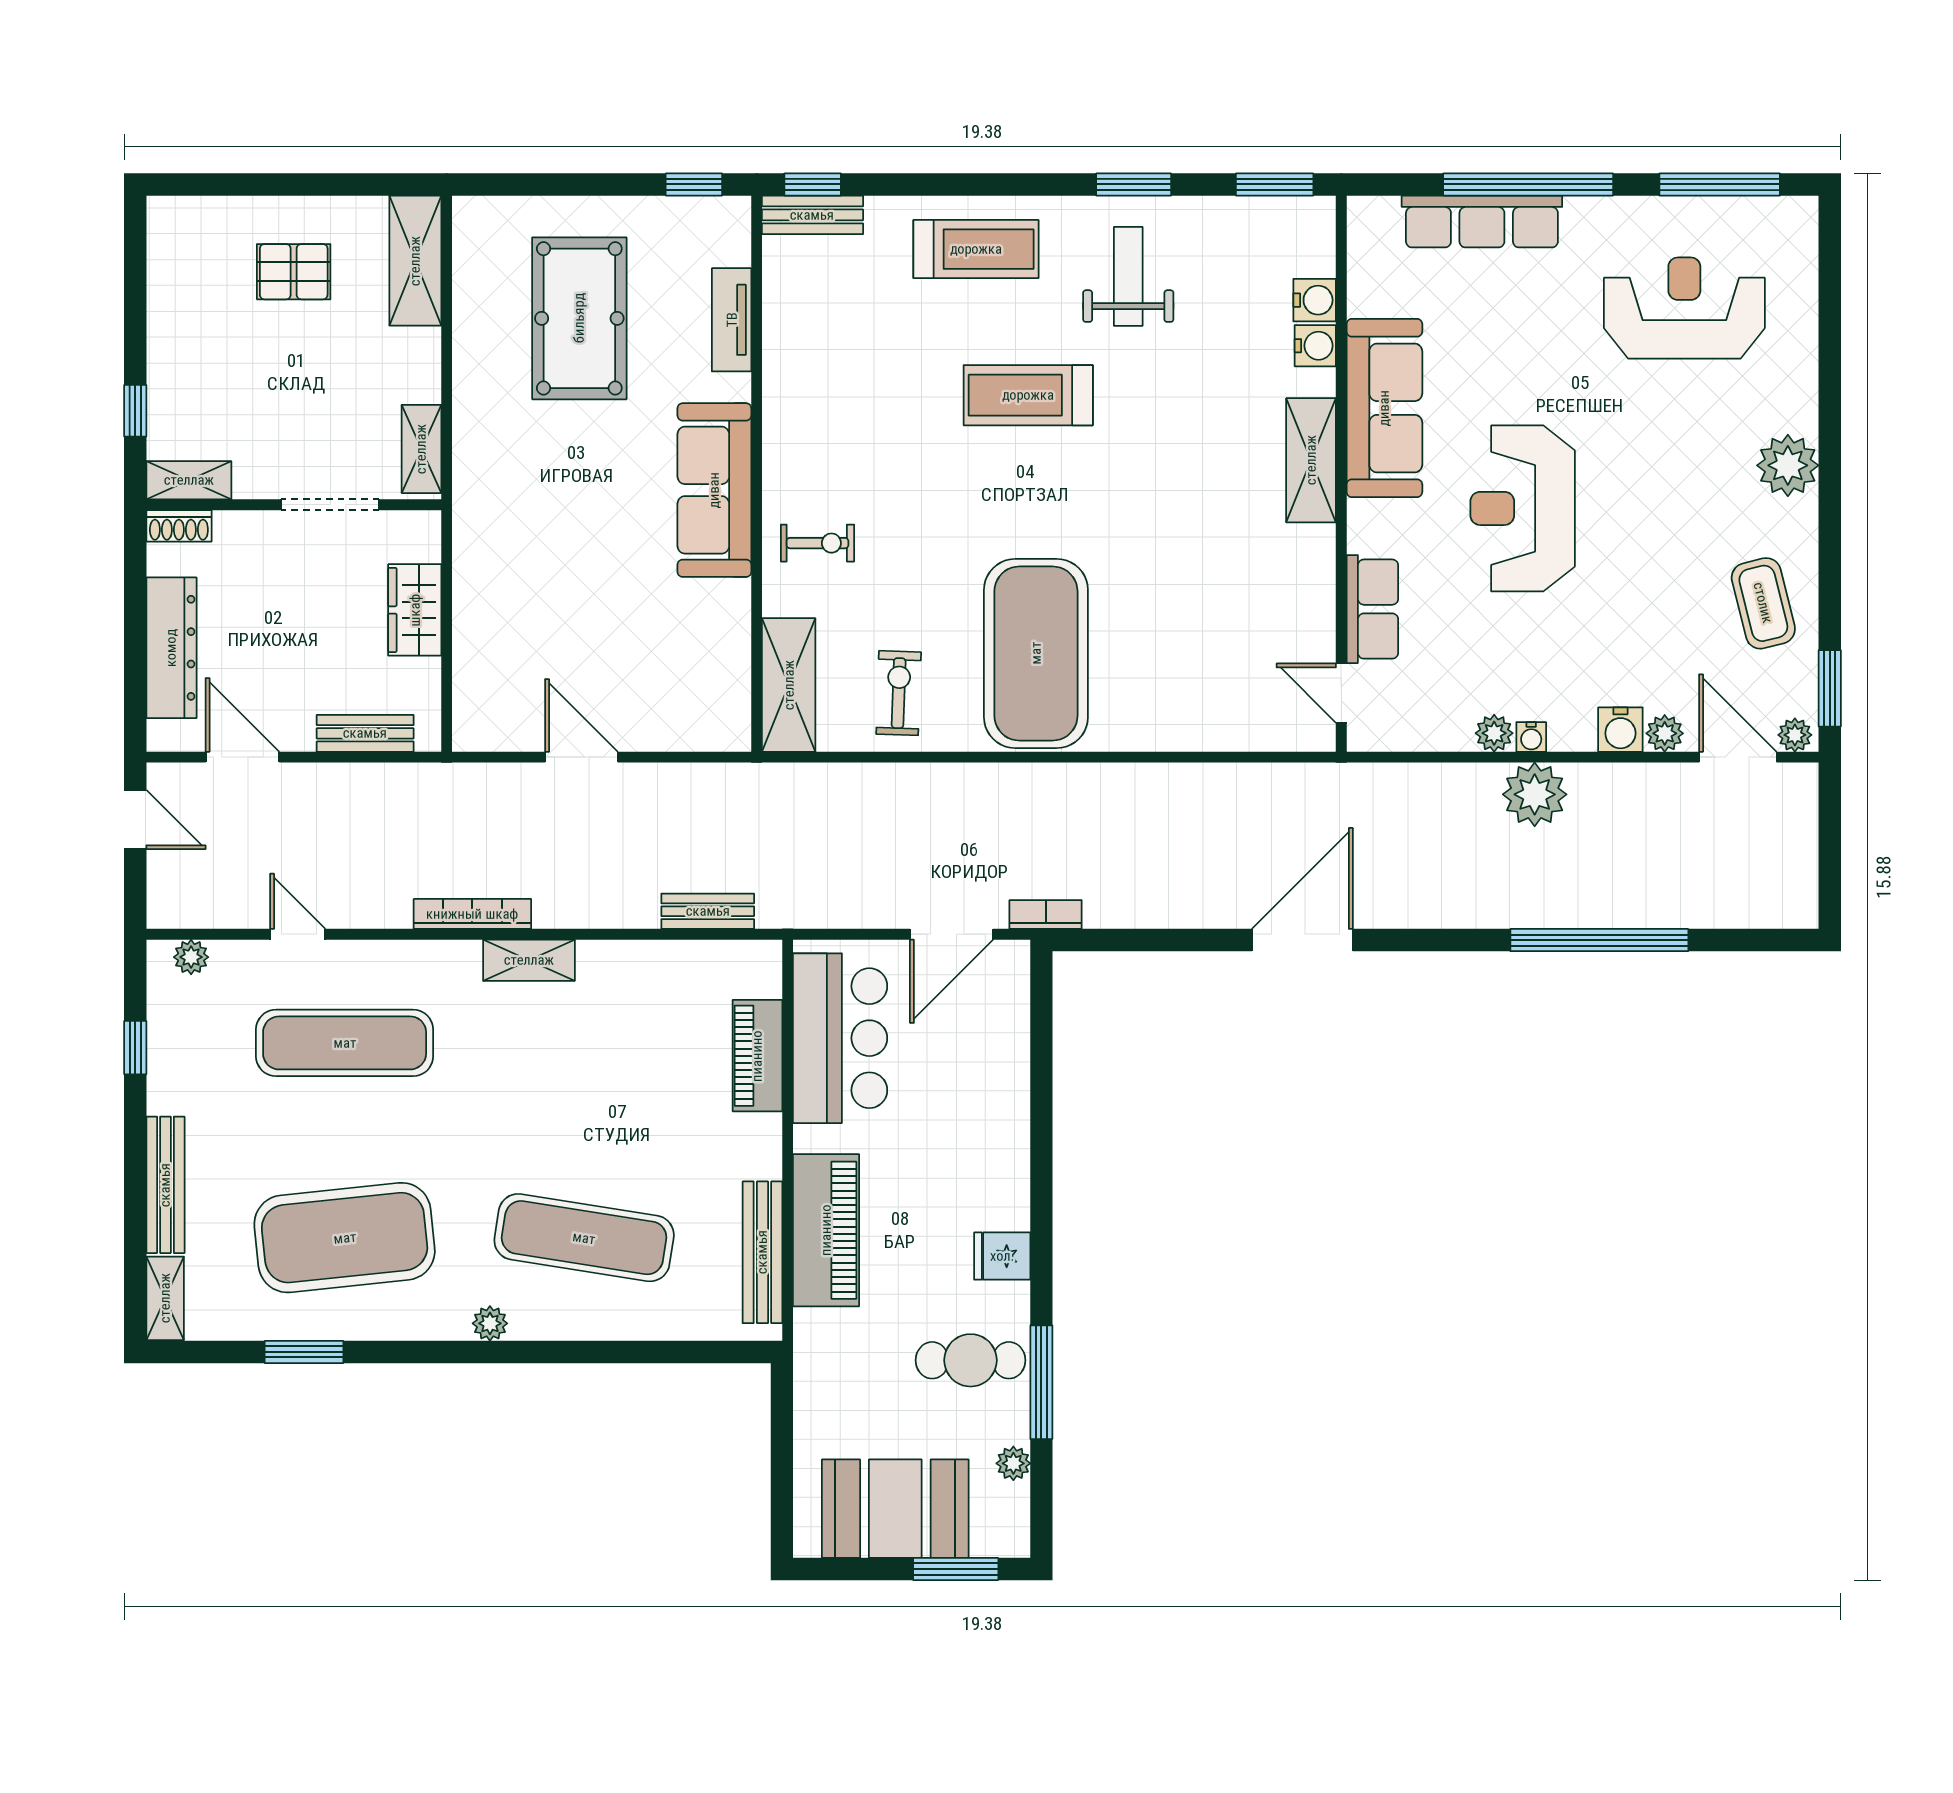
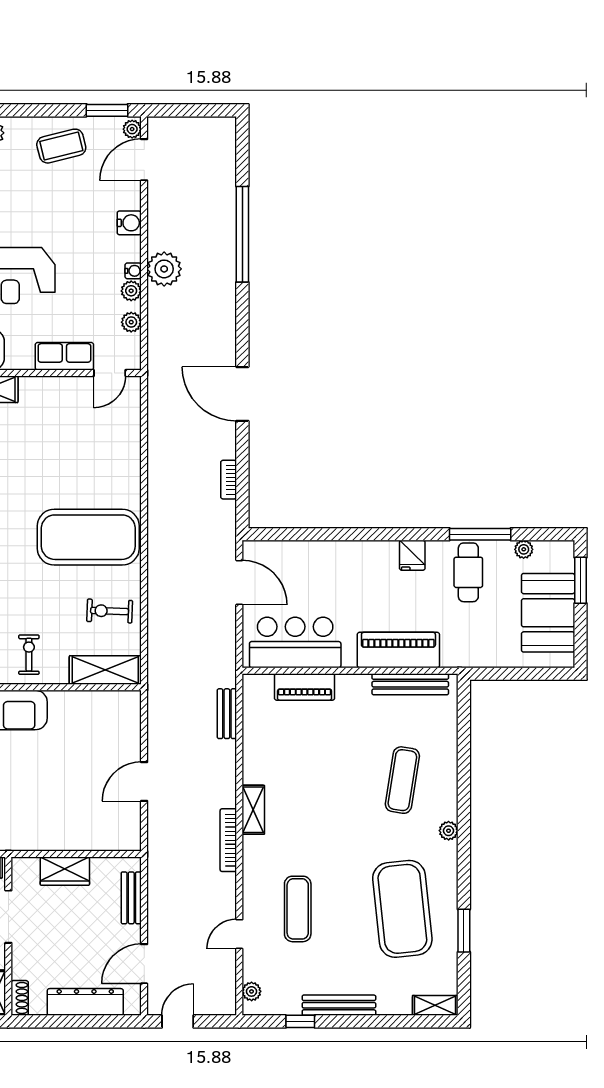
plant: (1665, 733) -> (131, 322), moved
bookcase: (1046, 915) -> (229, 480), moved
exercise mat: (345, 1043) -> (298, 909), width x0.73, depth x0.69
bench: (165, 1185) -> (339, 1005), moved
exercise mat: (584, 1238) -> (402, 780), width x0.73, depth x0.69

